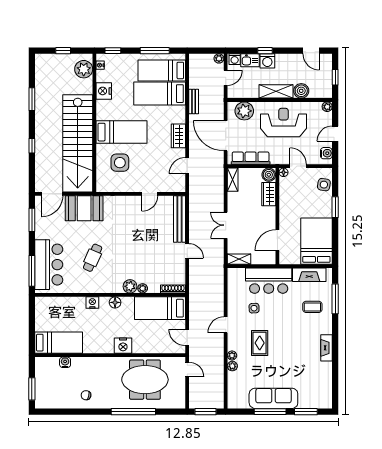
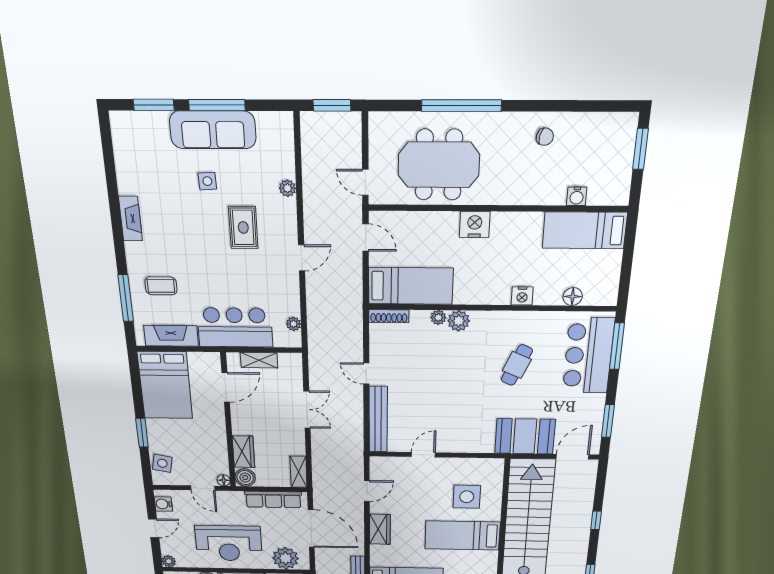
shelving: (239, 259) -> (259, 360), moved
floor lamp: (115, 302) -> (573, 297), moved
side table: (254, 308) -> (207, 181), moved
plant: (232, 355) -> (294, 324), moved

